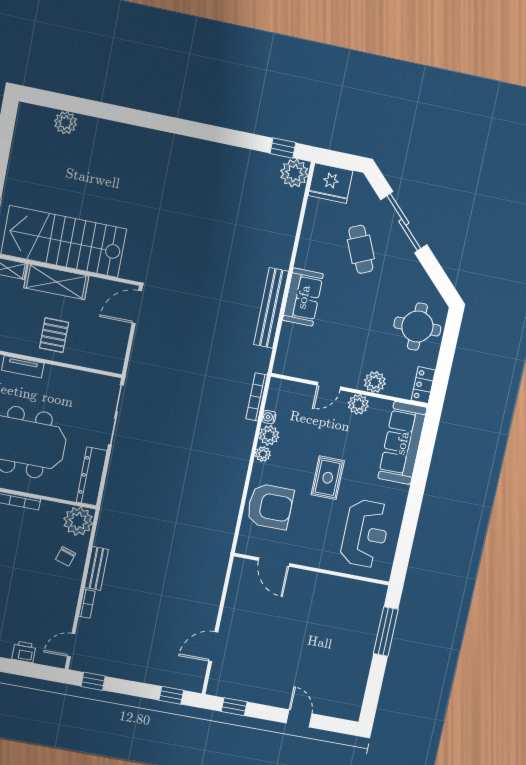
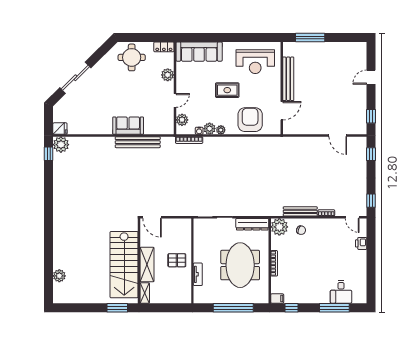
fridge: (330, 183) -> (60, 129), width x0.53, depth x0.75
cafe table: (361, 249) -> (95, 99), removed
door: (329, 386) -> (175, 100), hinge flipped
plant: (358, 404) -> (182, 120), moved
reception desk: (365, 534) -> (255, 62), turned 180
bench: (96, 568) -> (300, 211), width x1.36
bench: (325, 583) -> (288, 79), added

